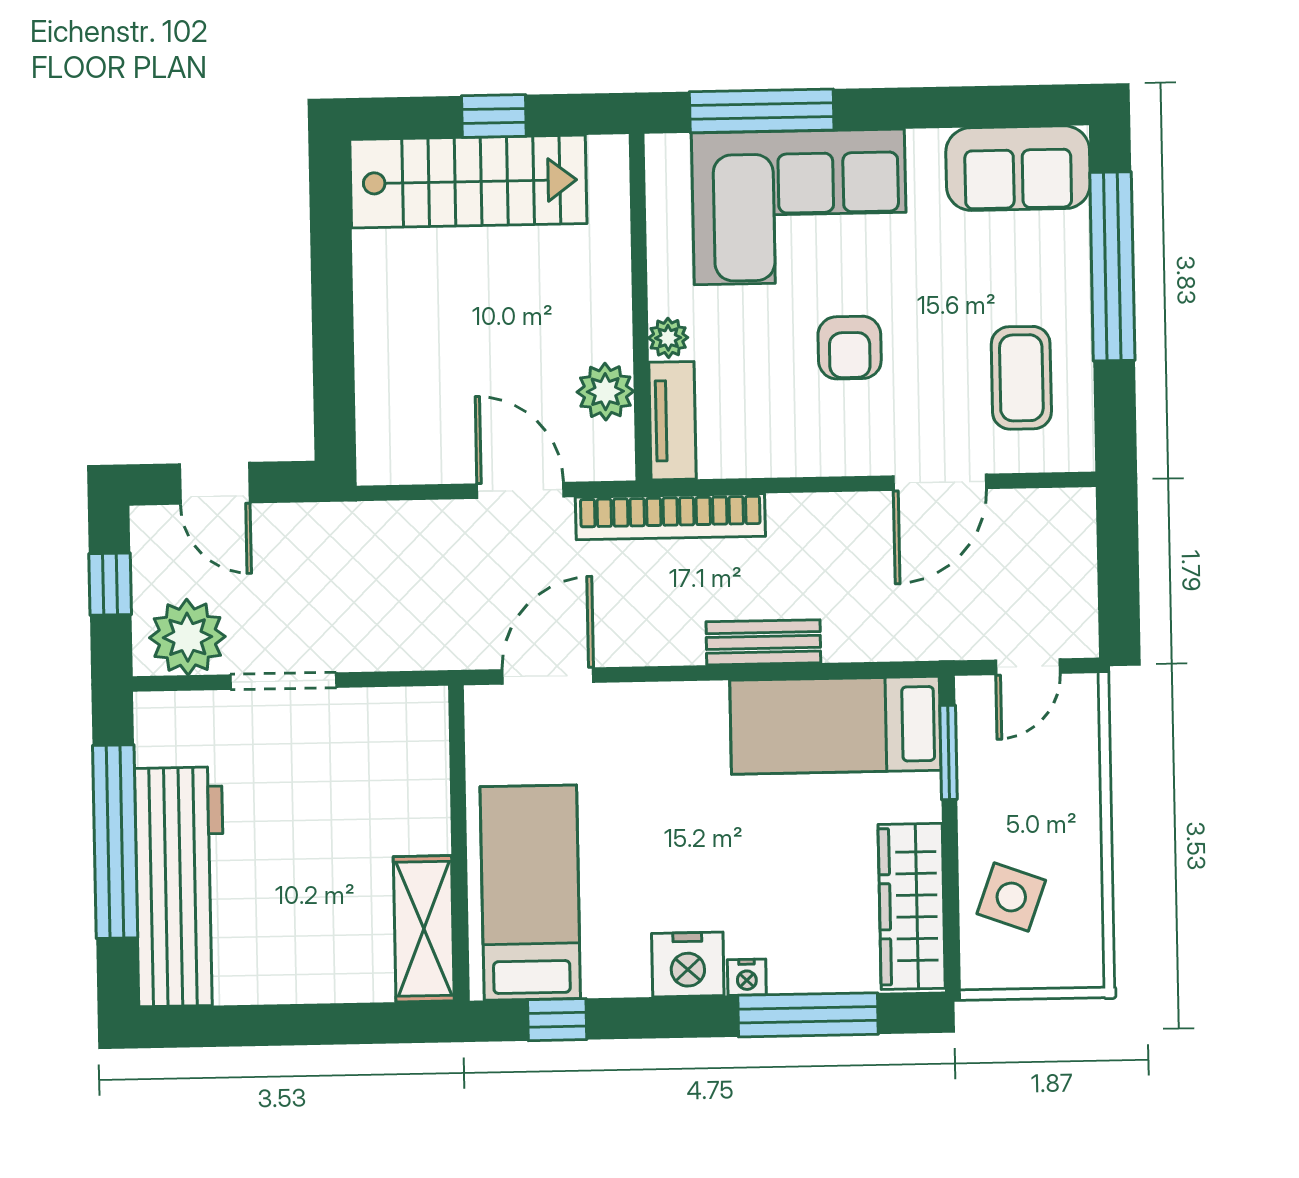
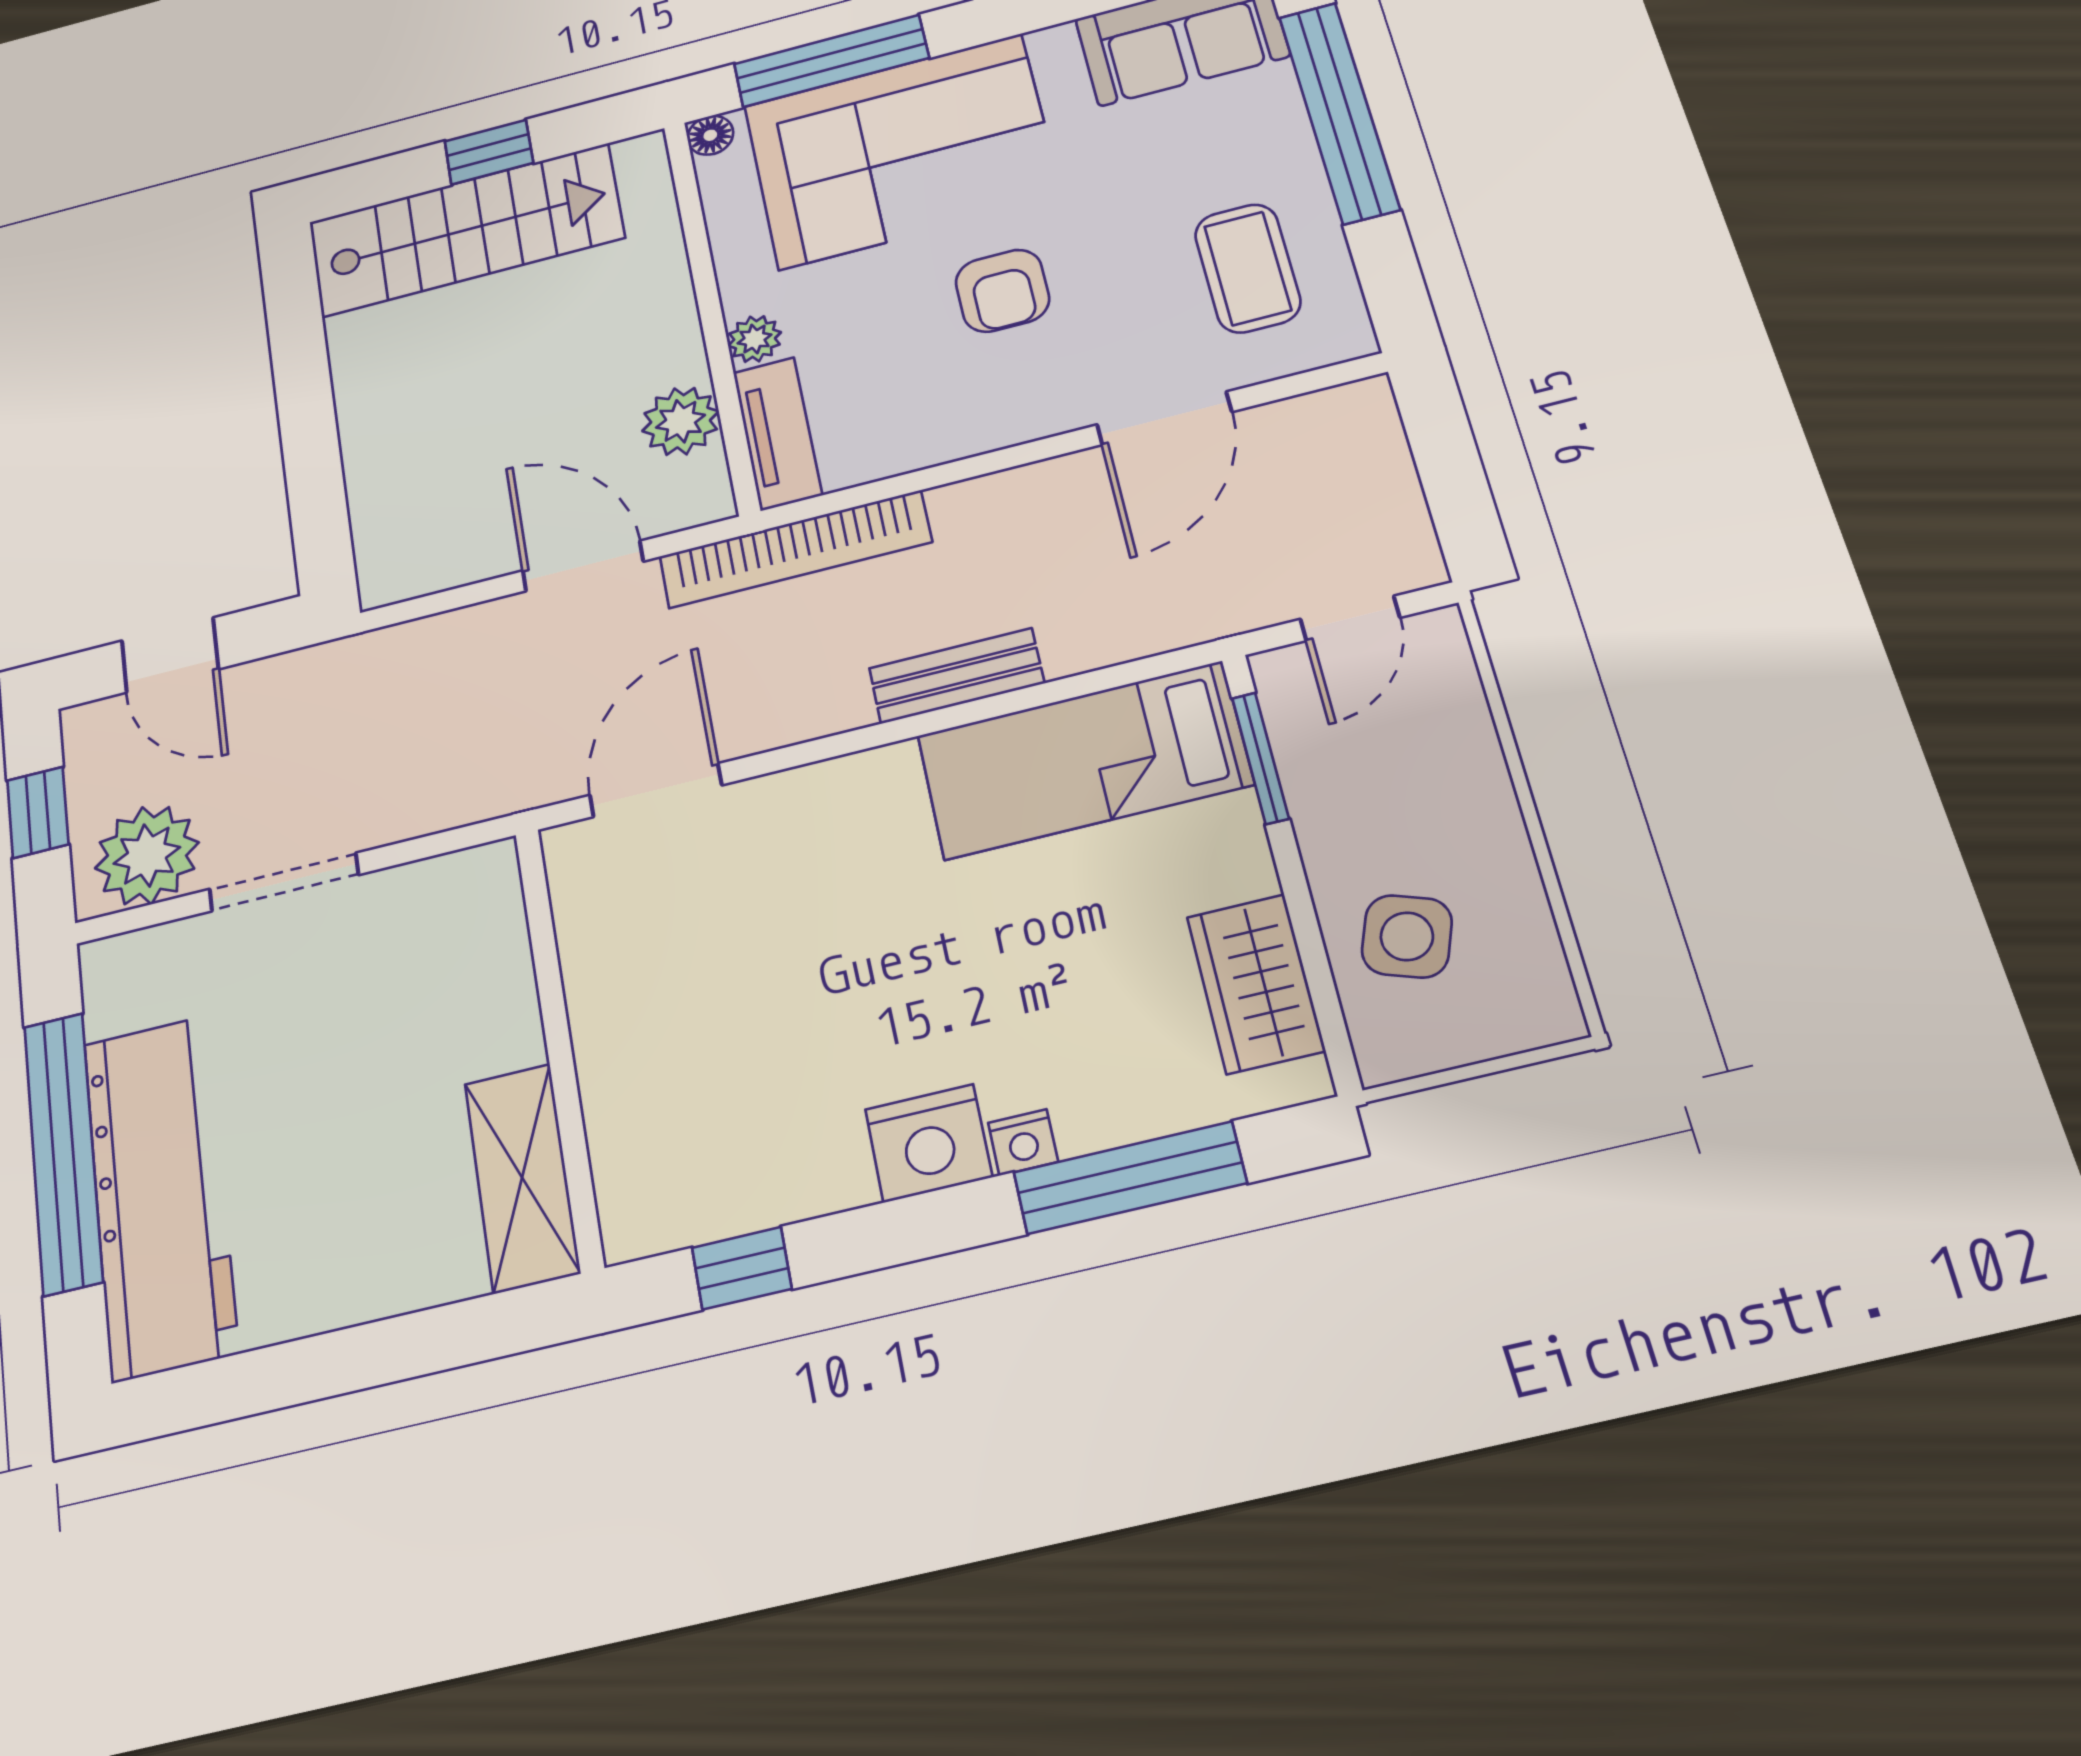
floor lamp: (662, 151) -> (710, 135), added
bed: (530, 893) -> (674, 1091), removed
wardrobe: (912, 906) -> (1256, 984), width x0.67

